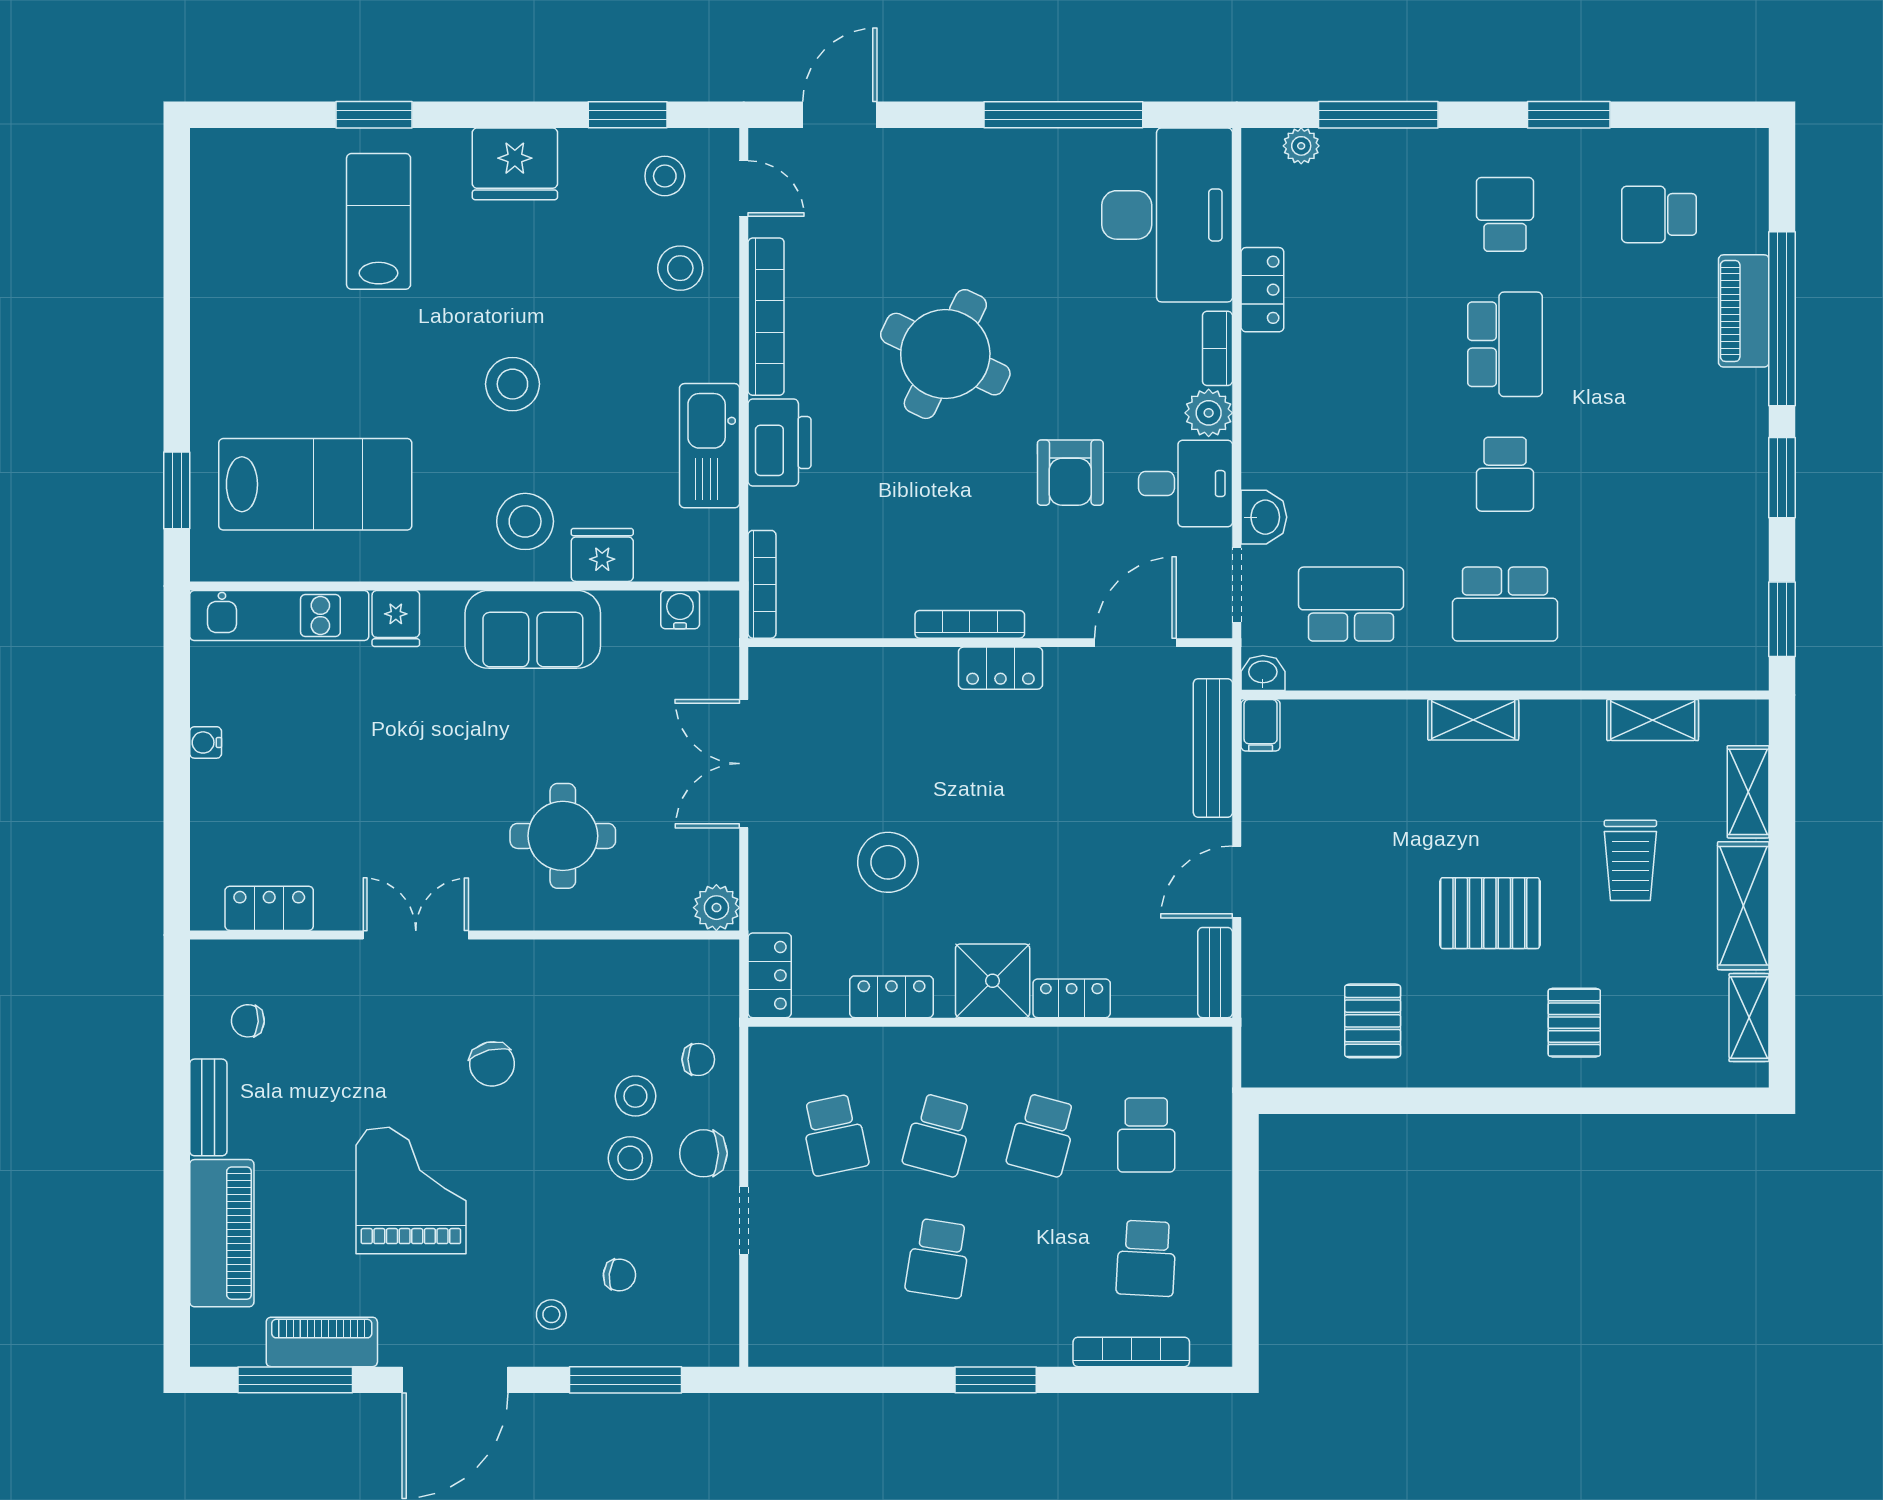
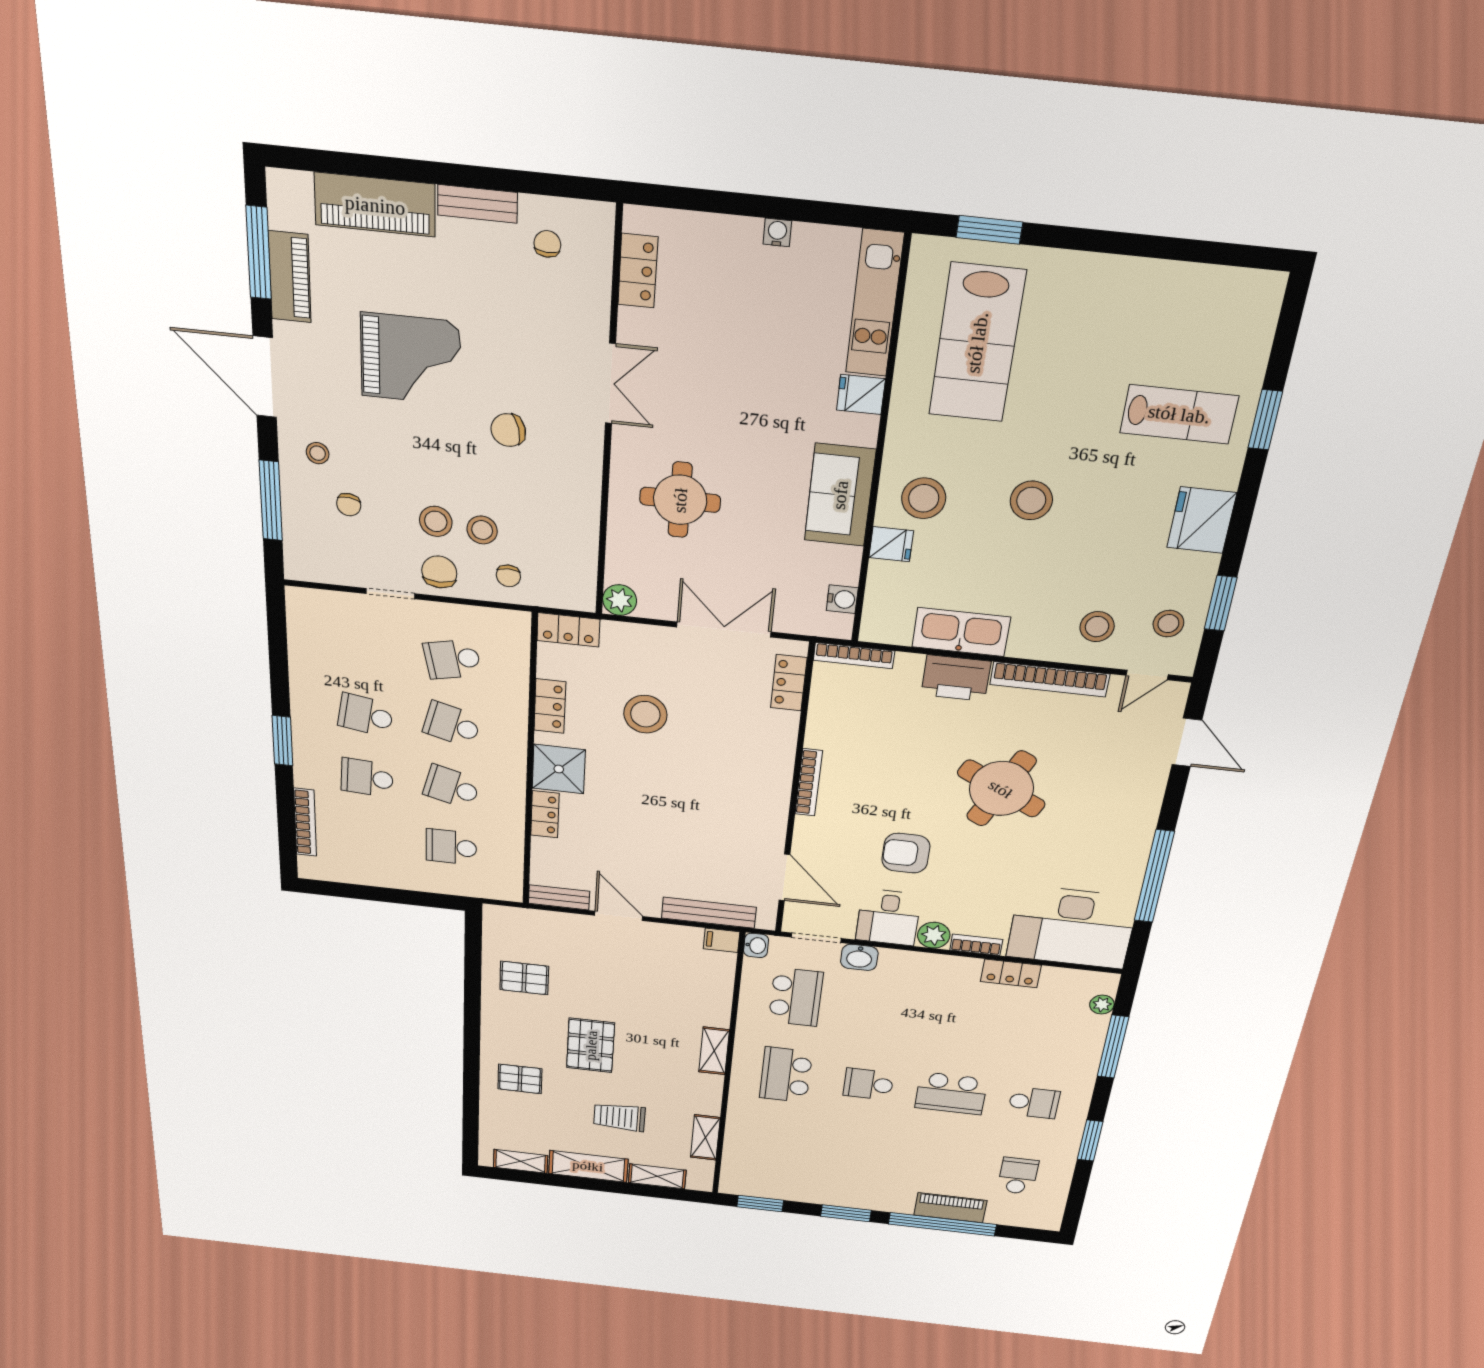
fridge: (602, 555) -> (891, 544), width x0.72
locker: (1000, 668) -> (789, 683), moved
school desk: (1146, 1258) -> (367, 778), moved

